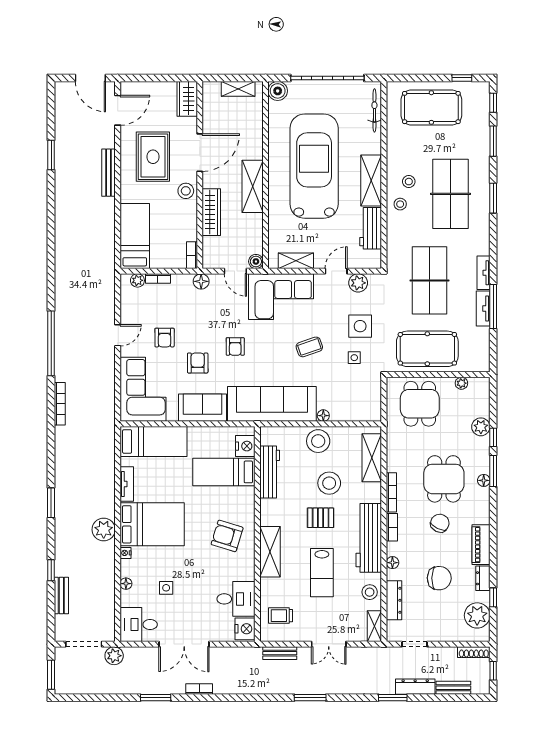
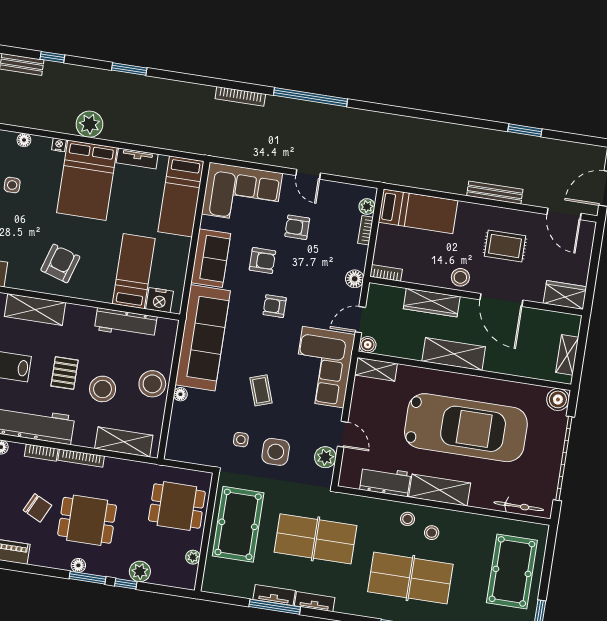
rug: (153, 157) -> (505, 246), width x0.73, depth x0.70
shelving: (296, 261) -> (376, 369), moved, turned 90

